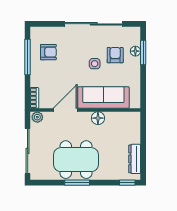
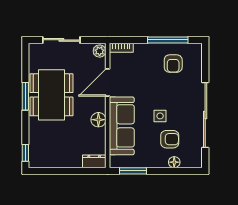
window: (143, 52) -> (133, 171), moved
door: (65, 110) -> (108, 83), swing flipped
sliding door: (28, 151) -> (61, 40), width x0.73
dresser: (135, 159) -> (94, 161), moved, width x0.70

